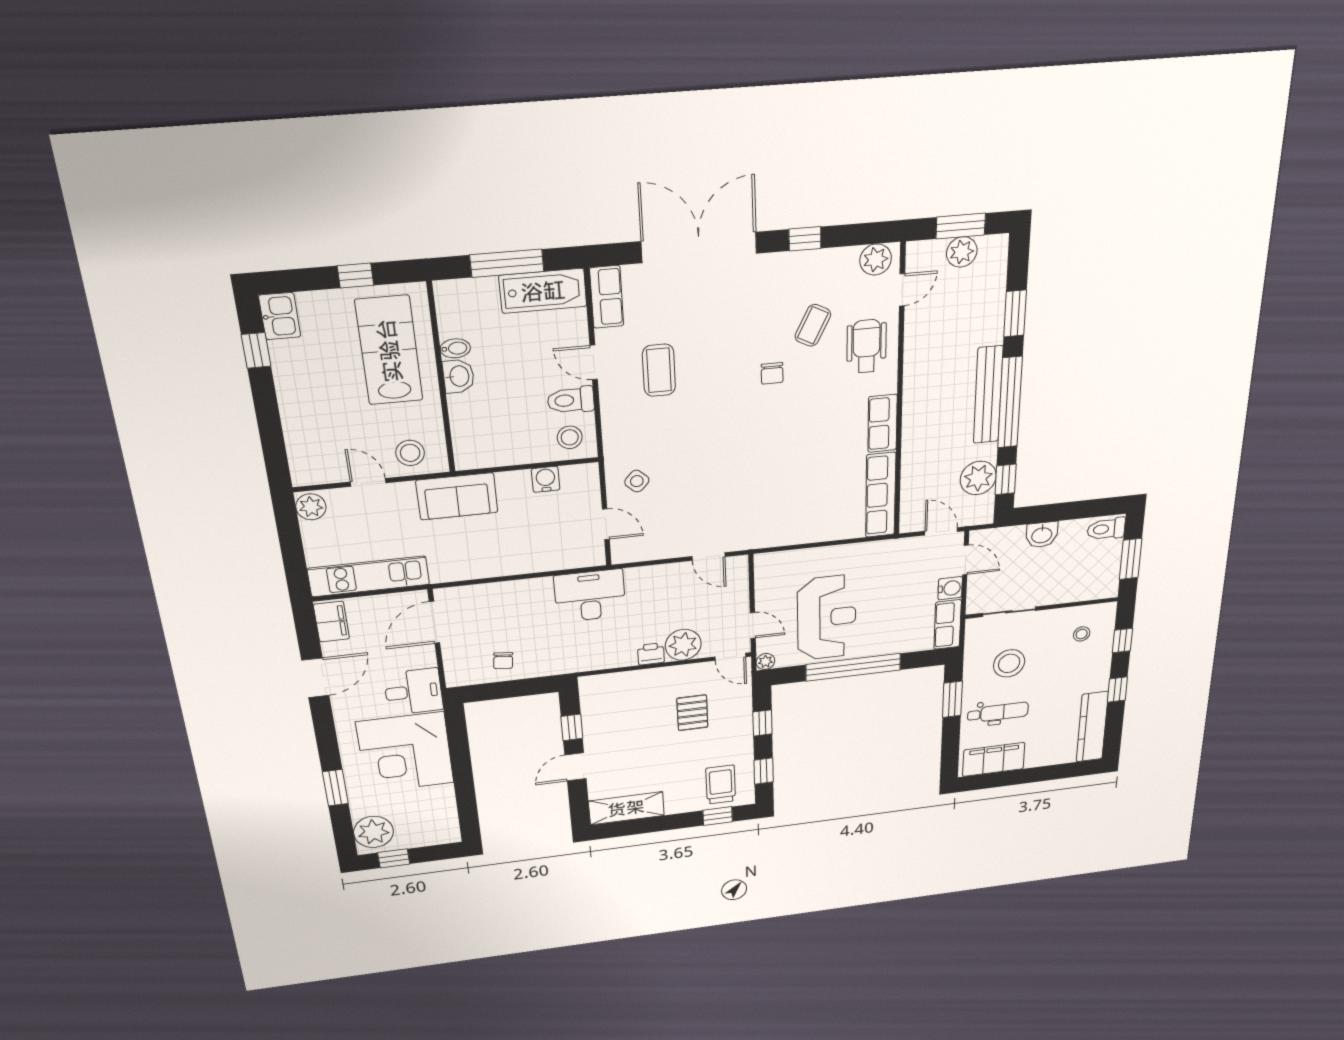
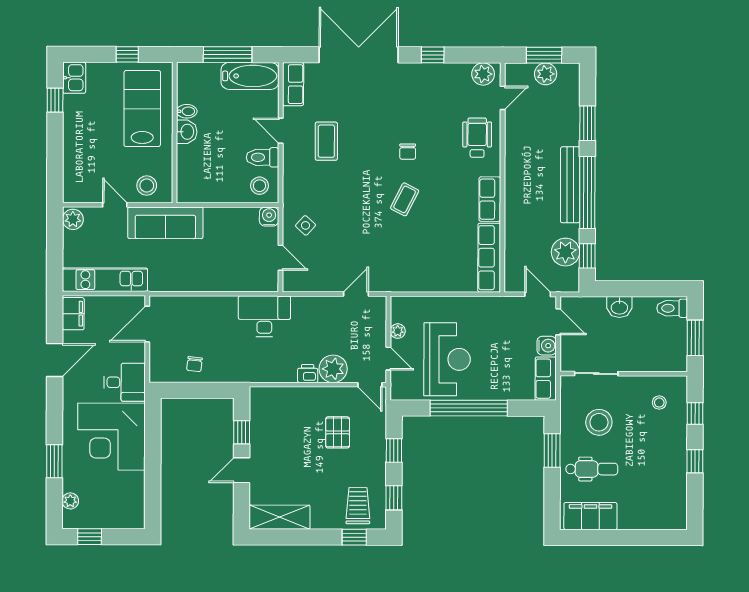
coffee table: (813, 325) -> (405, 199), moved
water cooler: (546, 479) -> (269, 217), moved
sofa: (457, 496) -> (165, 223), width x1.36
door: (709, 557) -> (356, 294), swing flipped
plant: (765, 661) -> (398, 331), moved
kitchen counter: (1092, 727) -> (676, 496), removed
plant: (374, 832) -> (70, 501), width x0.53, depth x0.53

